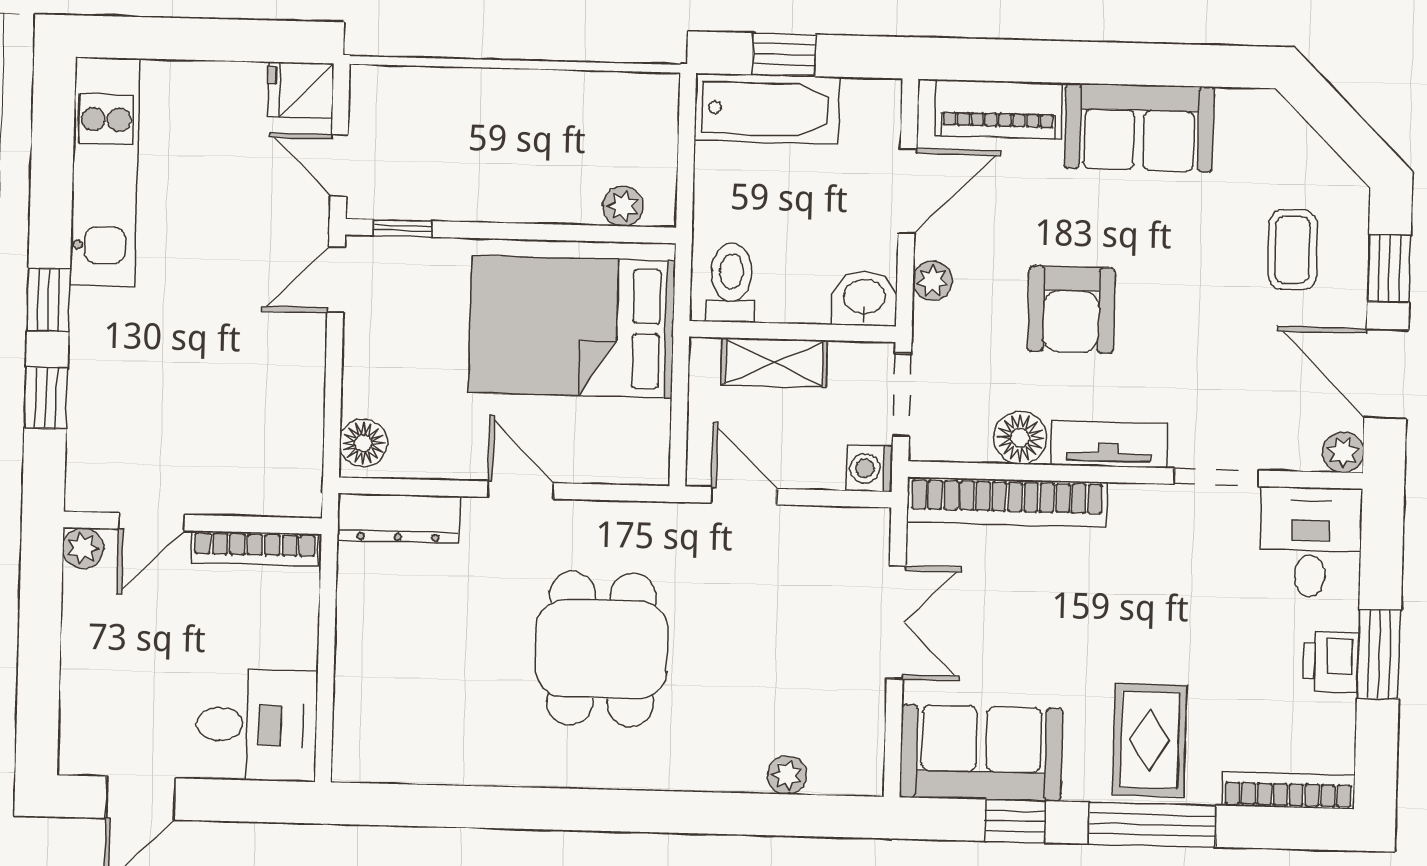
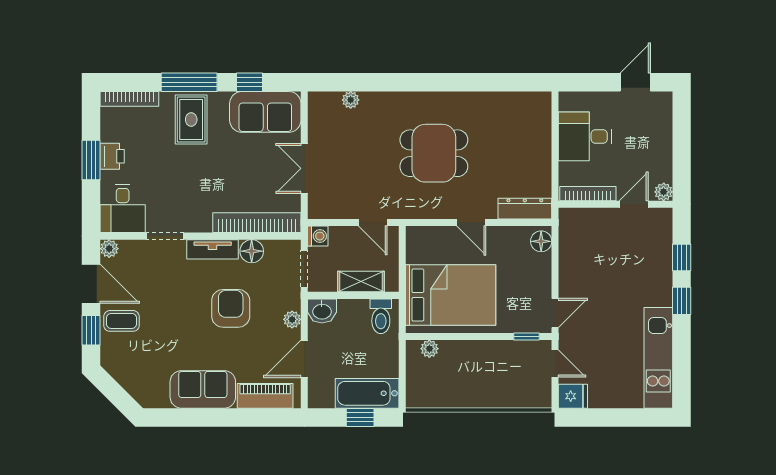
coffee table: (1293, 250) -> (121, 321), moved, turned 90
dining table: (601, 649) -> (434, 153), turned 90
desk: (257, 725) -> (585, 136), moved

